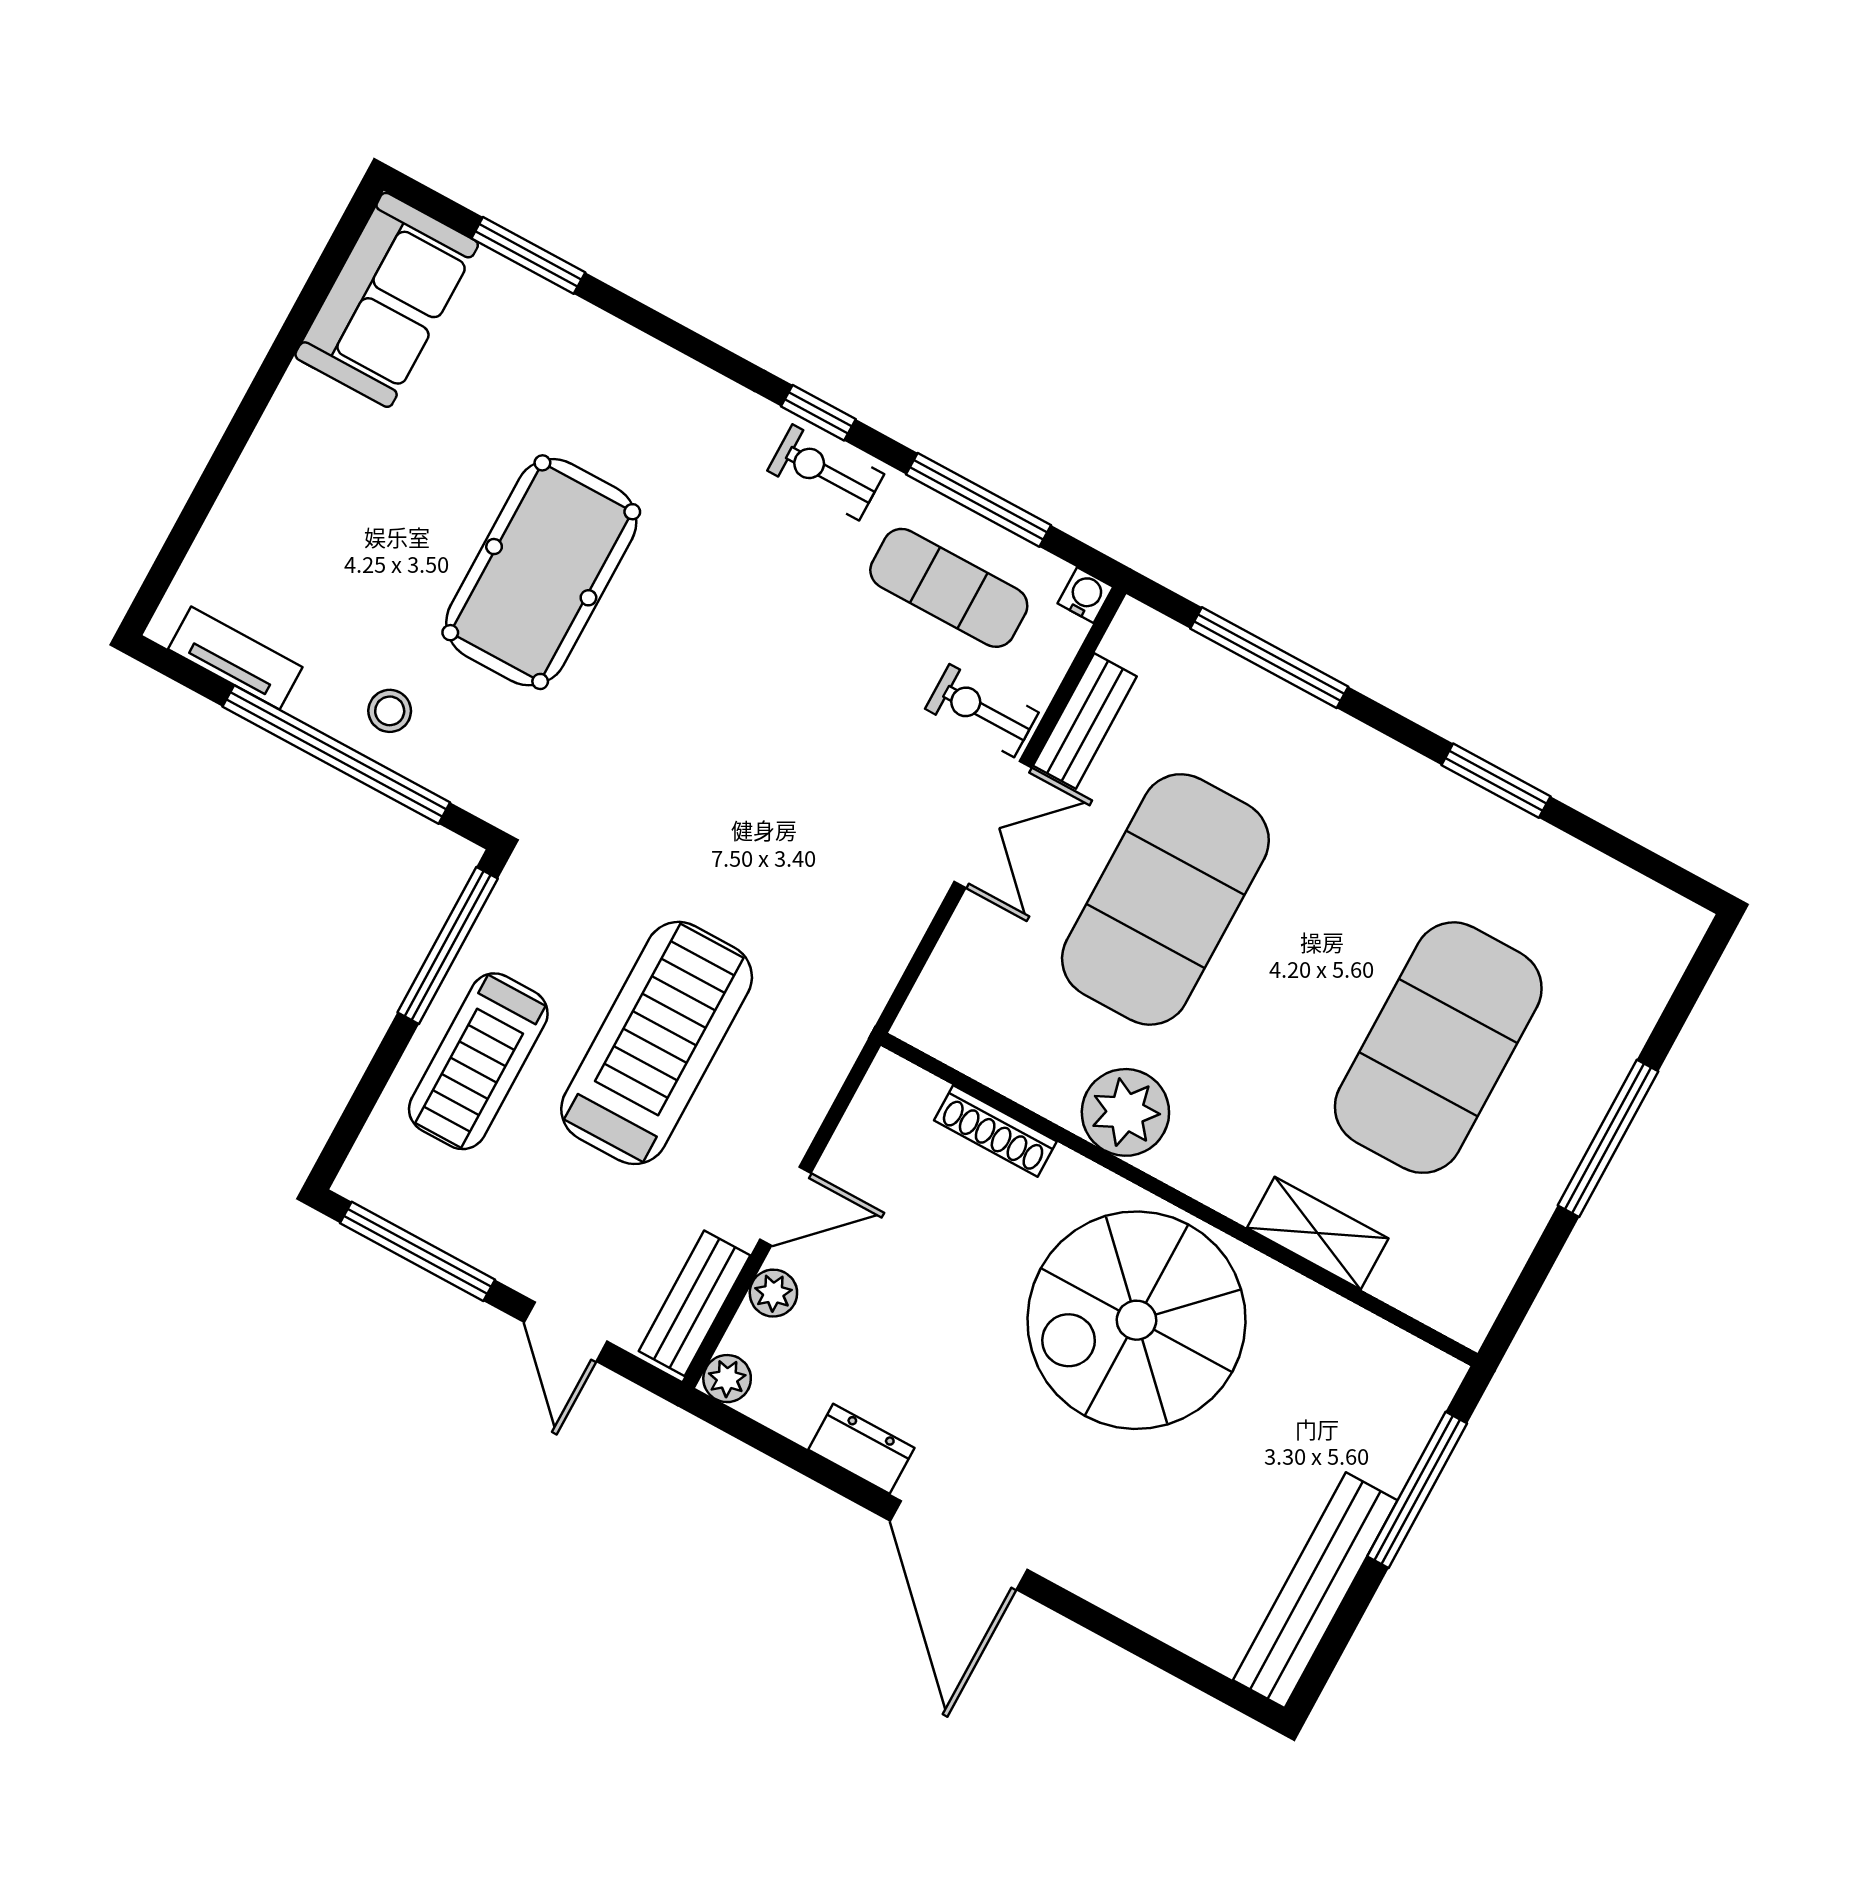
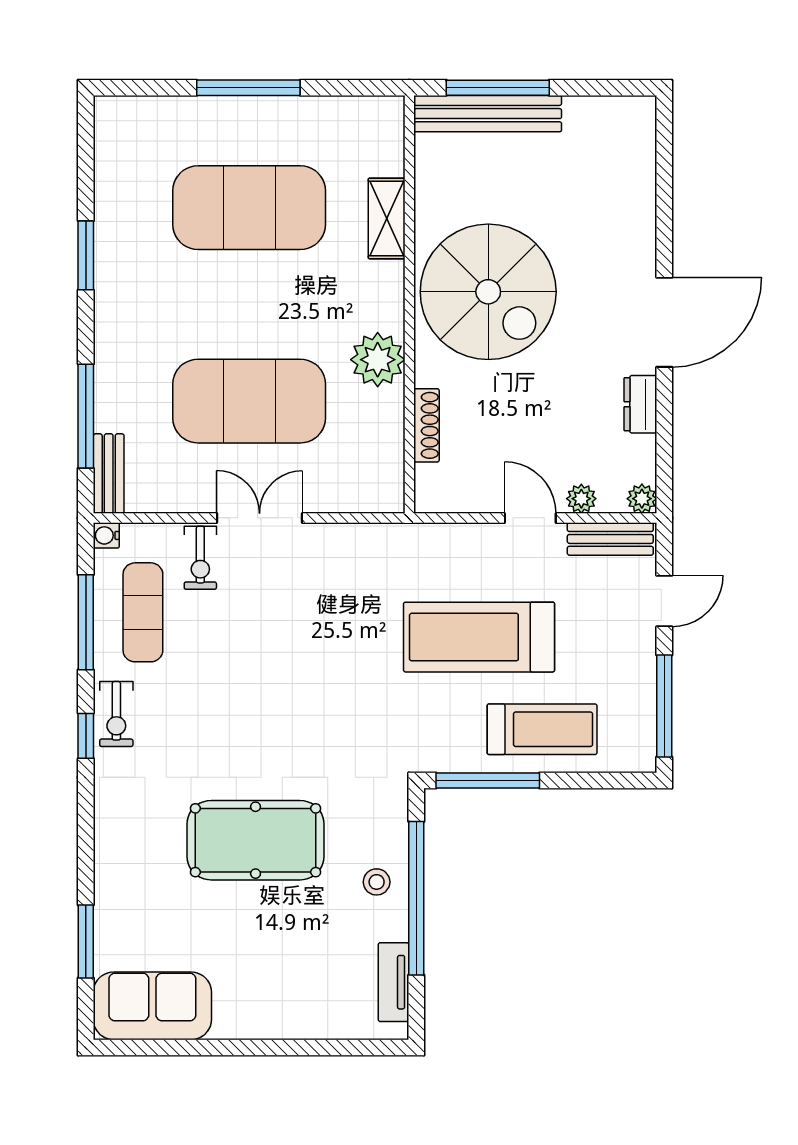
bench: (1085, 721) -> (109, 474), moved, turned 90
bench: (1315, 1590) -> (488, 114), moved

